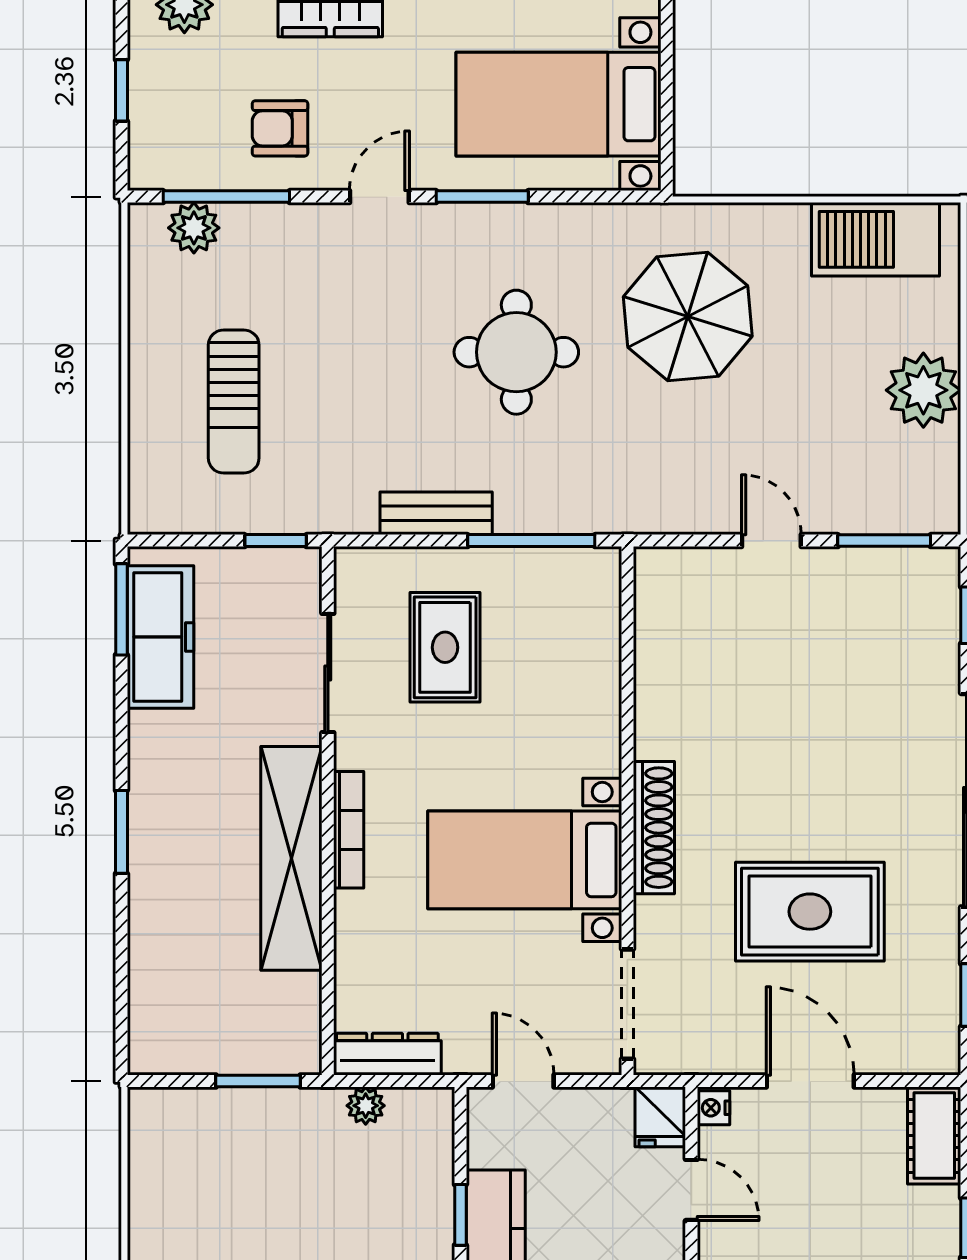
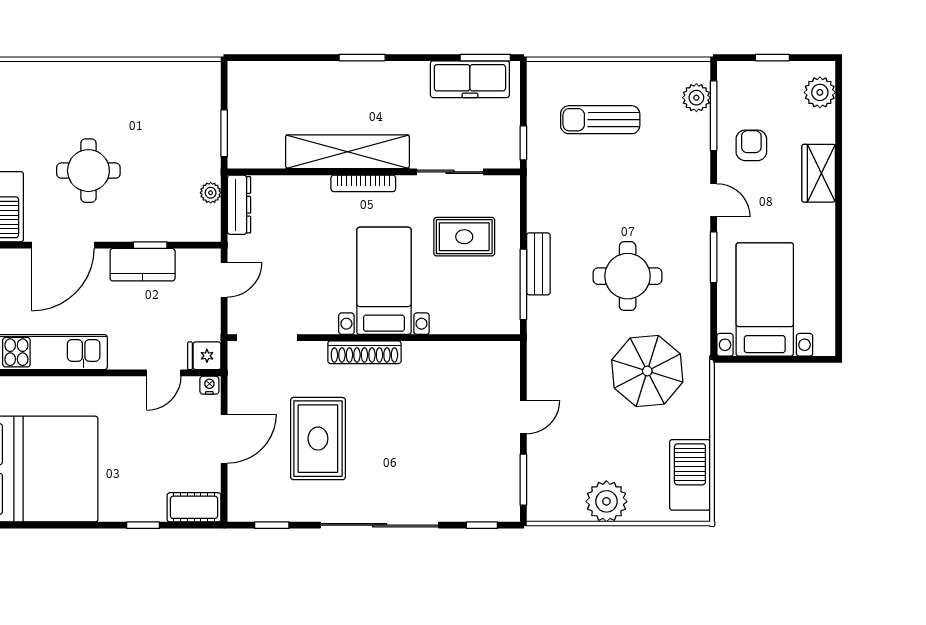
bench: (436, 513) -> (538, 264), moved
bed with nightstands: (525, 860) -> (384, 281), moved

